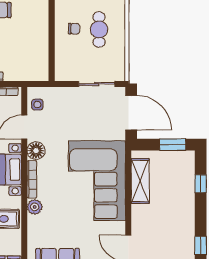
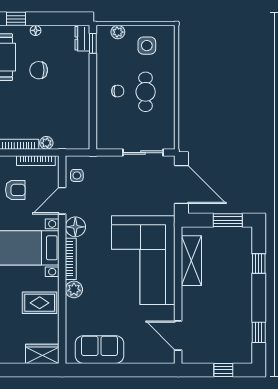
plant: (10, 75) -> (46, 143), added

